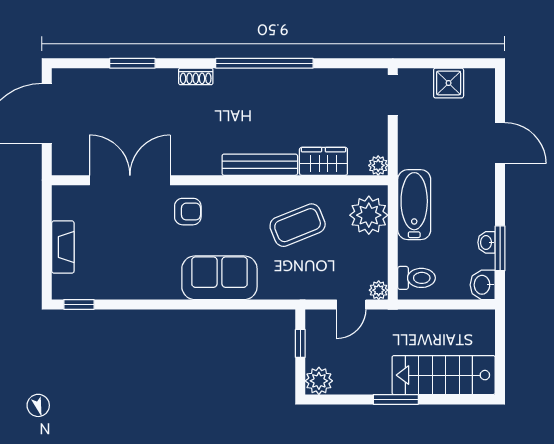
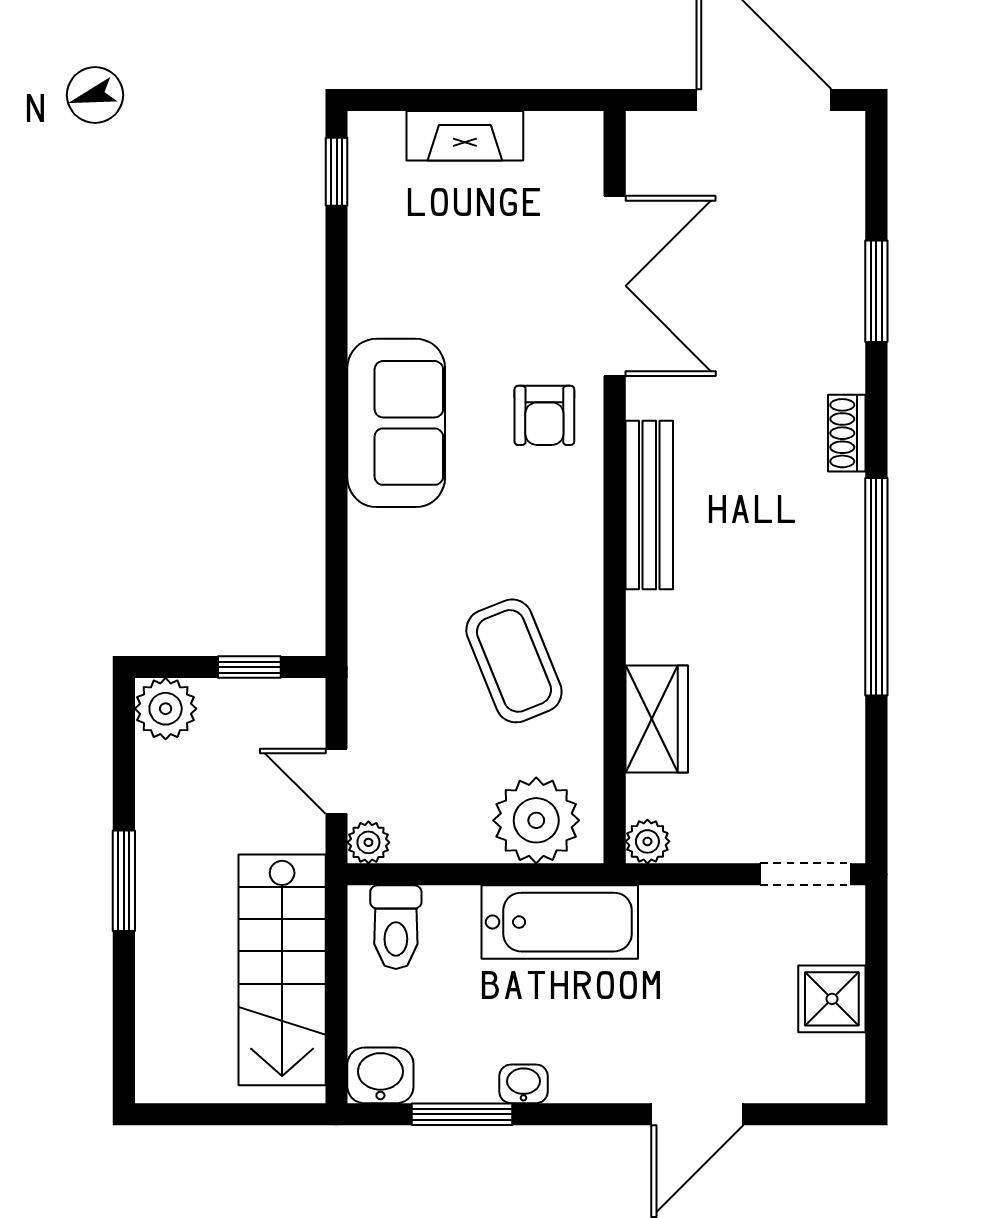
bench: (260, 165) -> (649, 505), moved
washbasin: (487, 242) -> (524, 1084), moved
sofa: (219, 278) -> (396, 423), moved
stairs: (444, 375) -> (282, 970), moved, turned 180

